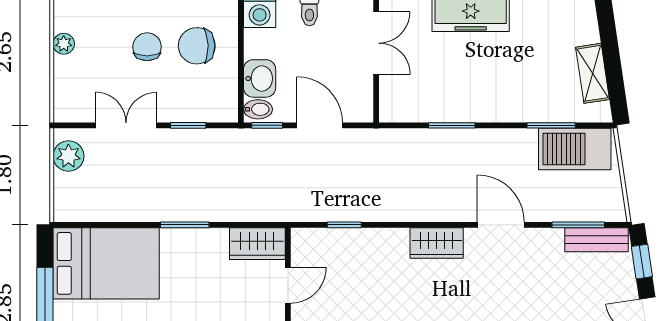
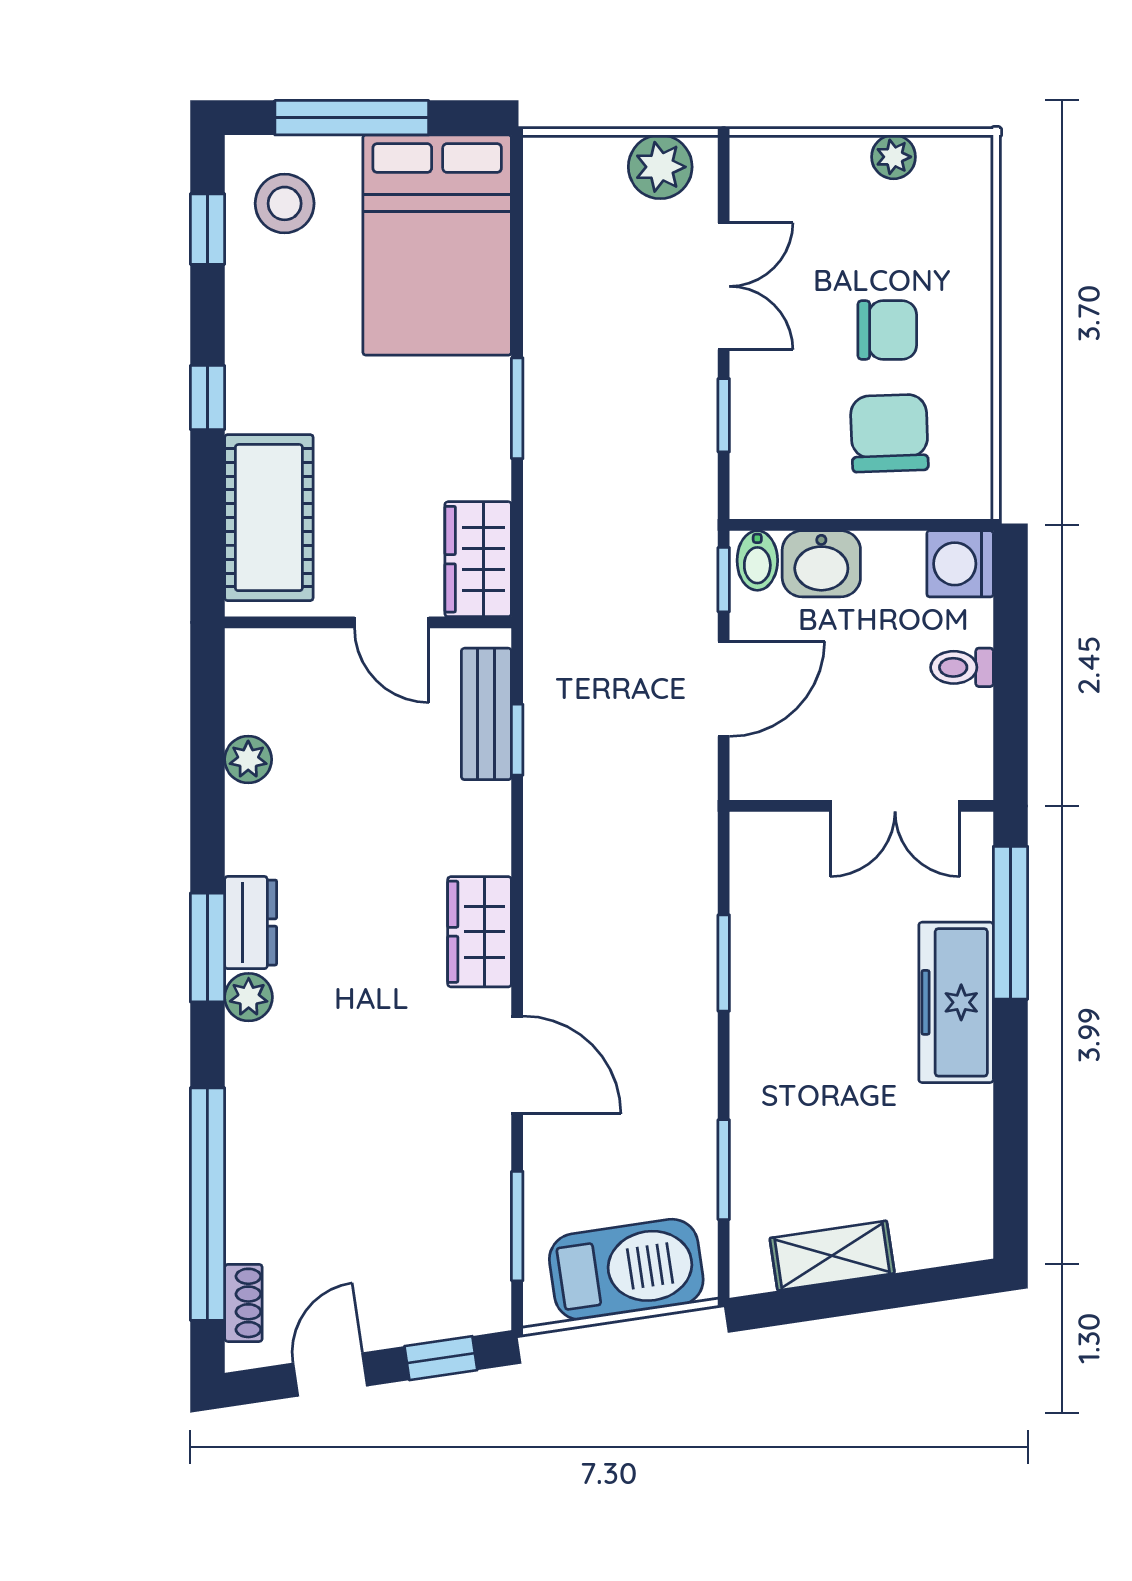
barbecue: (575, 149) -> (626, 1269), moved, turned 82
door: (501, 225) -> (517, 1065), hinge flipped
bench: (596, 240) -> (486, 714), moved

